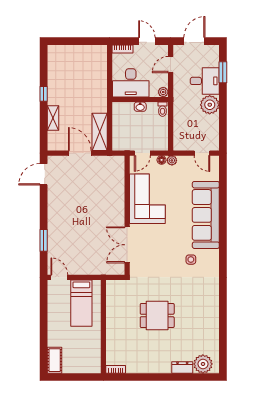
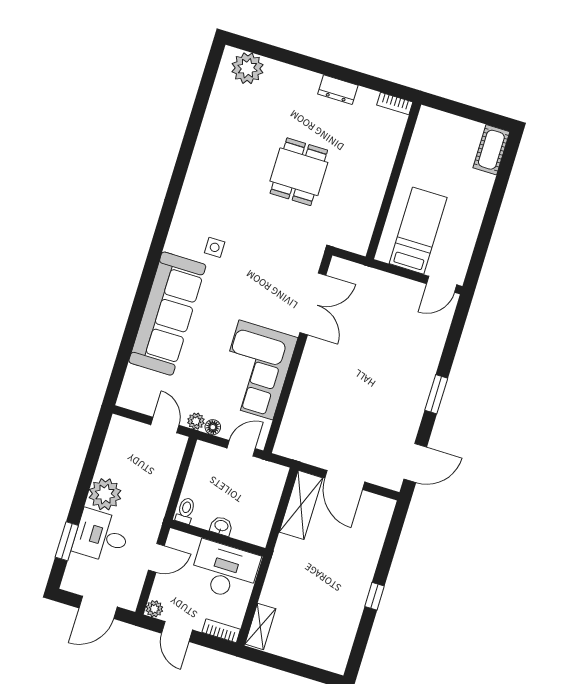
door: (171, 65) -> (156, 558), moved
plant: (163, 92) -> (154, 609), moved
shelving: (53, 118) -> (260, 626), moved
door: (202, 153) -> (165, 425), moved
window: (44, 240) -> (436, 394), moved
door: (59, 277) -> (442, 284), hinge flipped
dining table: (157, 315) -> (299, 172), turned 90
dresser: (182, 367) -> (338, 90), moved

